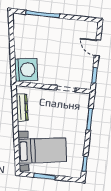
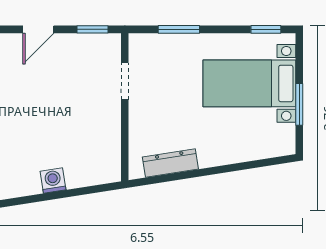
washing machine: (26, 70) -> (53, 180), moved, width x0.53, depth x0.53
bed with nightstands: (42, 150) -> (249, 83), moved, turned -81

